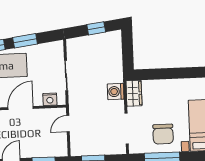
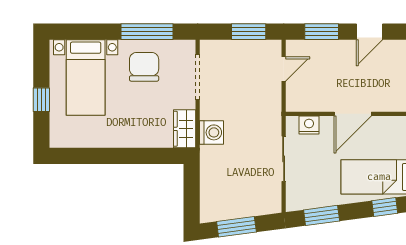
window: (96, 28) -> (236, 227), width x1.50
window: (25, 41) -> (322, 215), moved
door: (68, 124) -> (284, 69), moved

